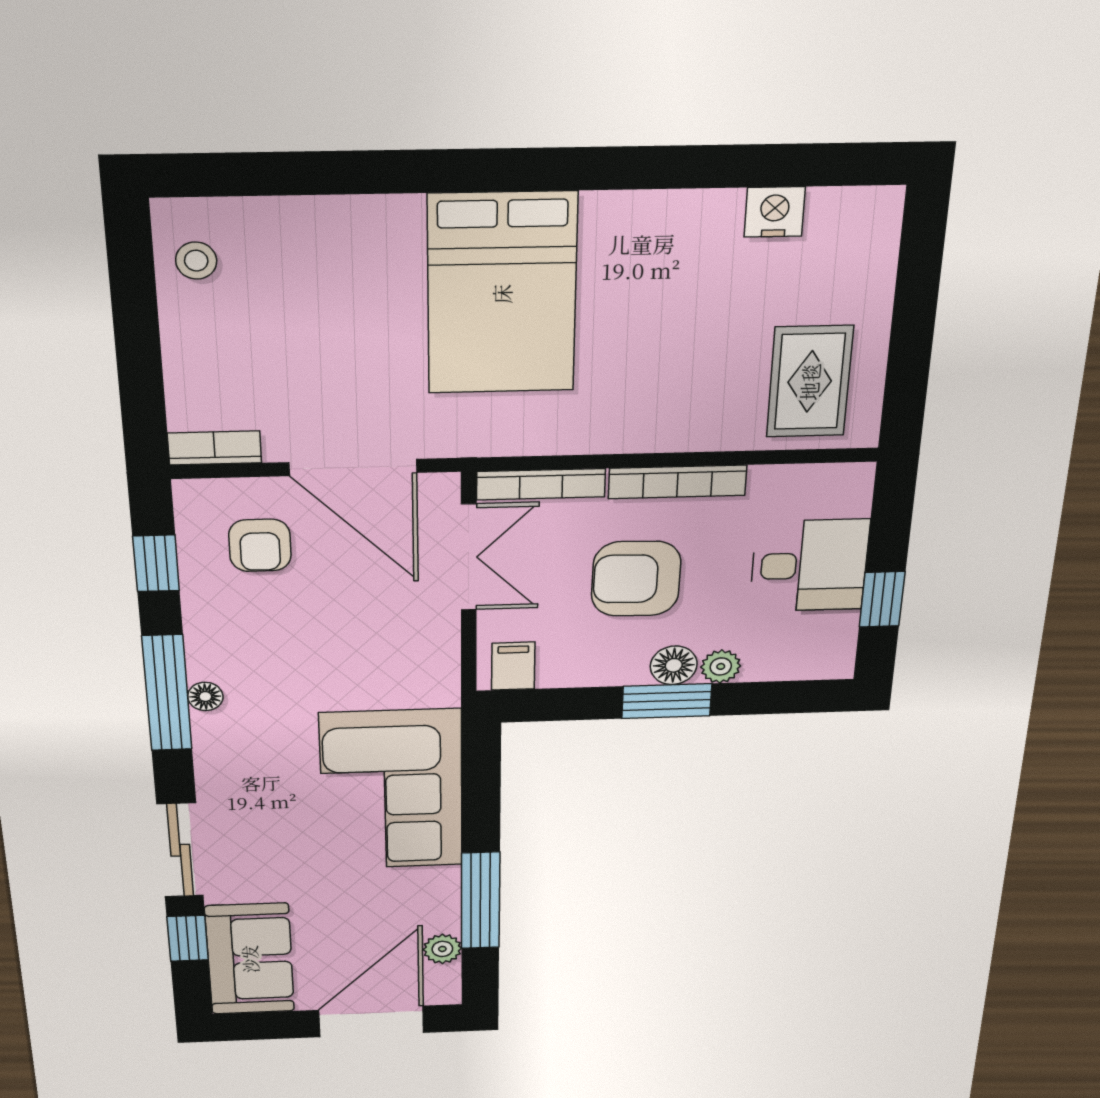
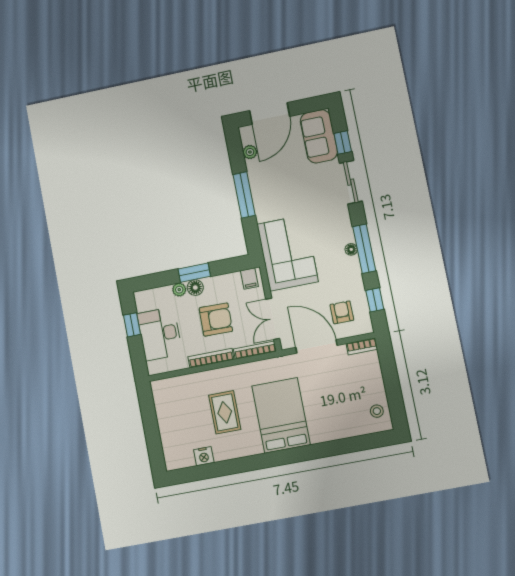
rug: (810, 382) -> (225, 412), moved
desk: (809, 566) -> (160, 334), width x1.37
corner sofa: (392, 790) -> (287, 253), moved
window: (481, 901) -> (244, 195), moved

